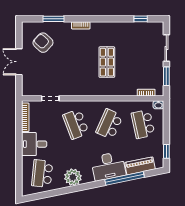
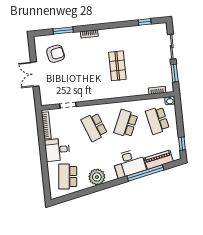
armchair: (43, 43) -> (56, 54), turned 126

